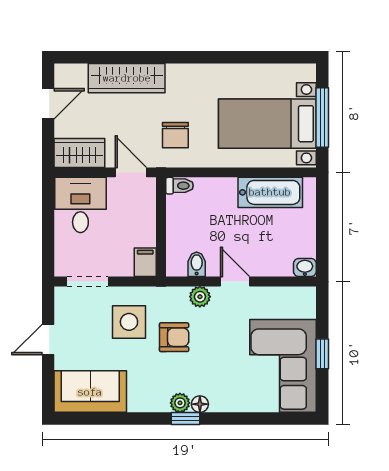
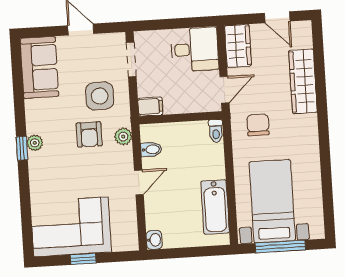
chair: (175, 135) -> (258, 125), turned 90
plant: (200, 297) -> (123, 137), moved
floor lamp: (200, 404) -> (35, 160), removed

